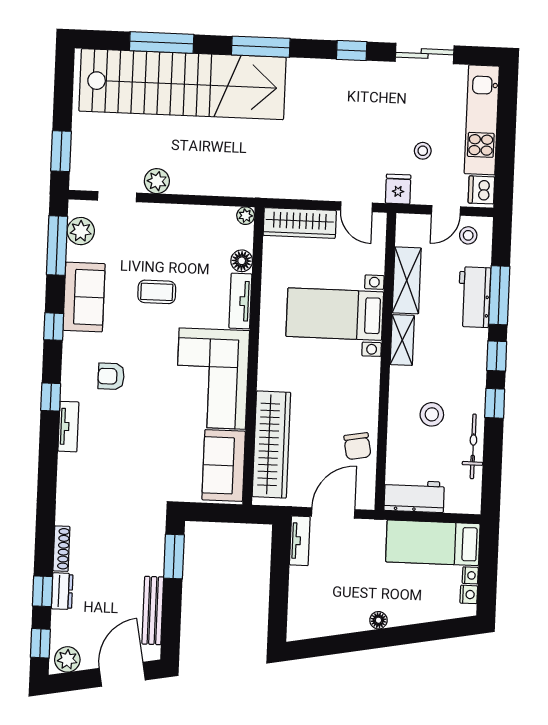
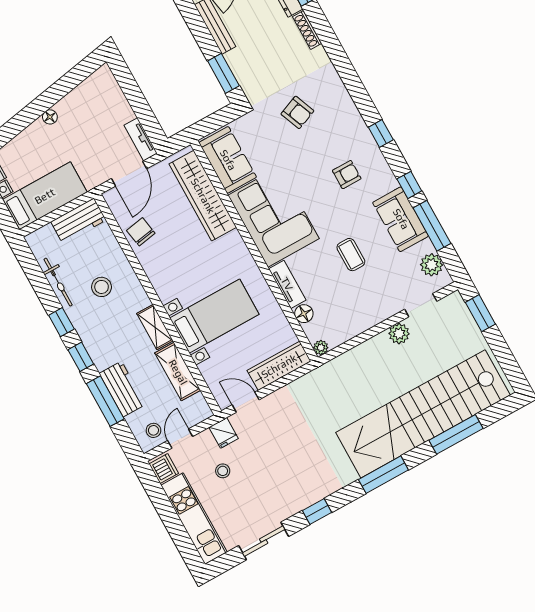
window: (57, 245) -> (432, 226), moved
coffee table: (157, 292) -> (351, 255), turned 90
tv unit: (68, 427) -> (355, 120), removed
armchair: (123, 470) -> (297, 112), added

